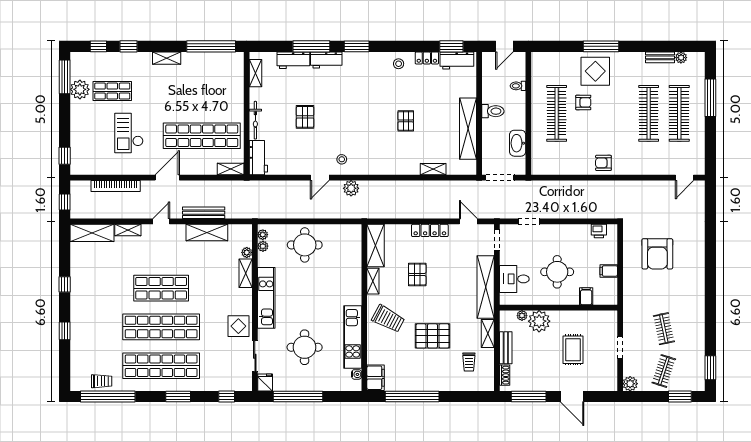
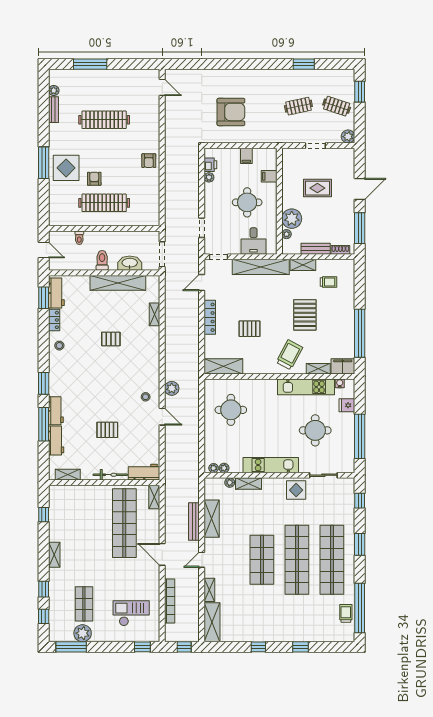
window: (211, 46) -> (44, 515), width x0.32
clothes rail: (679, 113) -> (104, 92), removed
checkout: (129, 133) -> (131, 613), moved, turned 180
washbasin: (518, 143) -> (130, 263), moved, turned 180
door: (161, 221) -> (202, 560), hinge flipped
plant: (585, 230) -> (209, 177), added
round table: (305, 245) -> (231, 410), moved
shelving: (373, 281) -> (318, 369), moved
window: (710, 368) -> (304, 64), moved
fridge: (265, 382) -> (347, 405), moved

